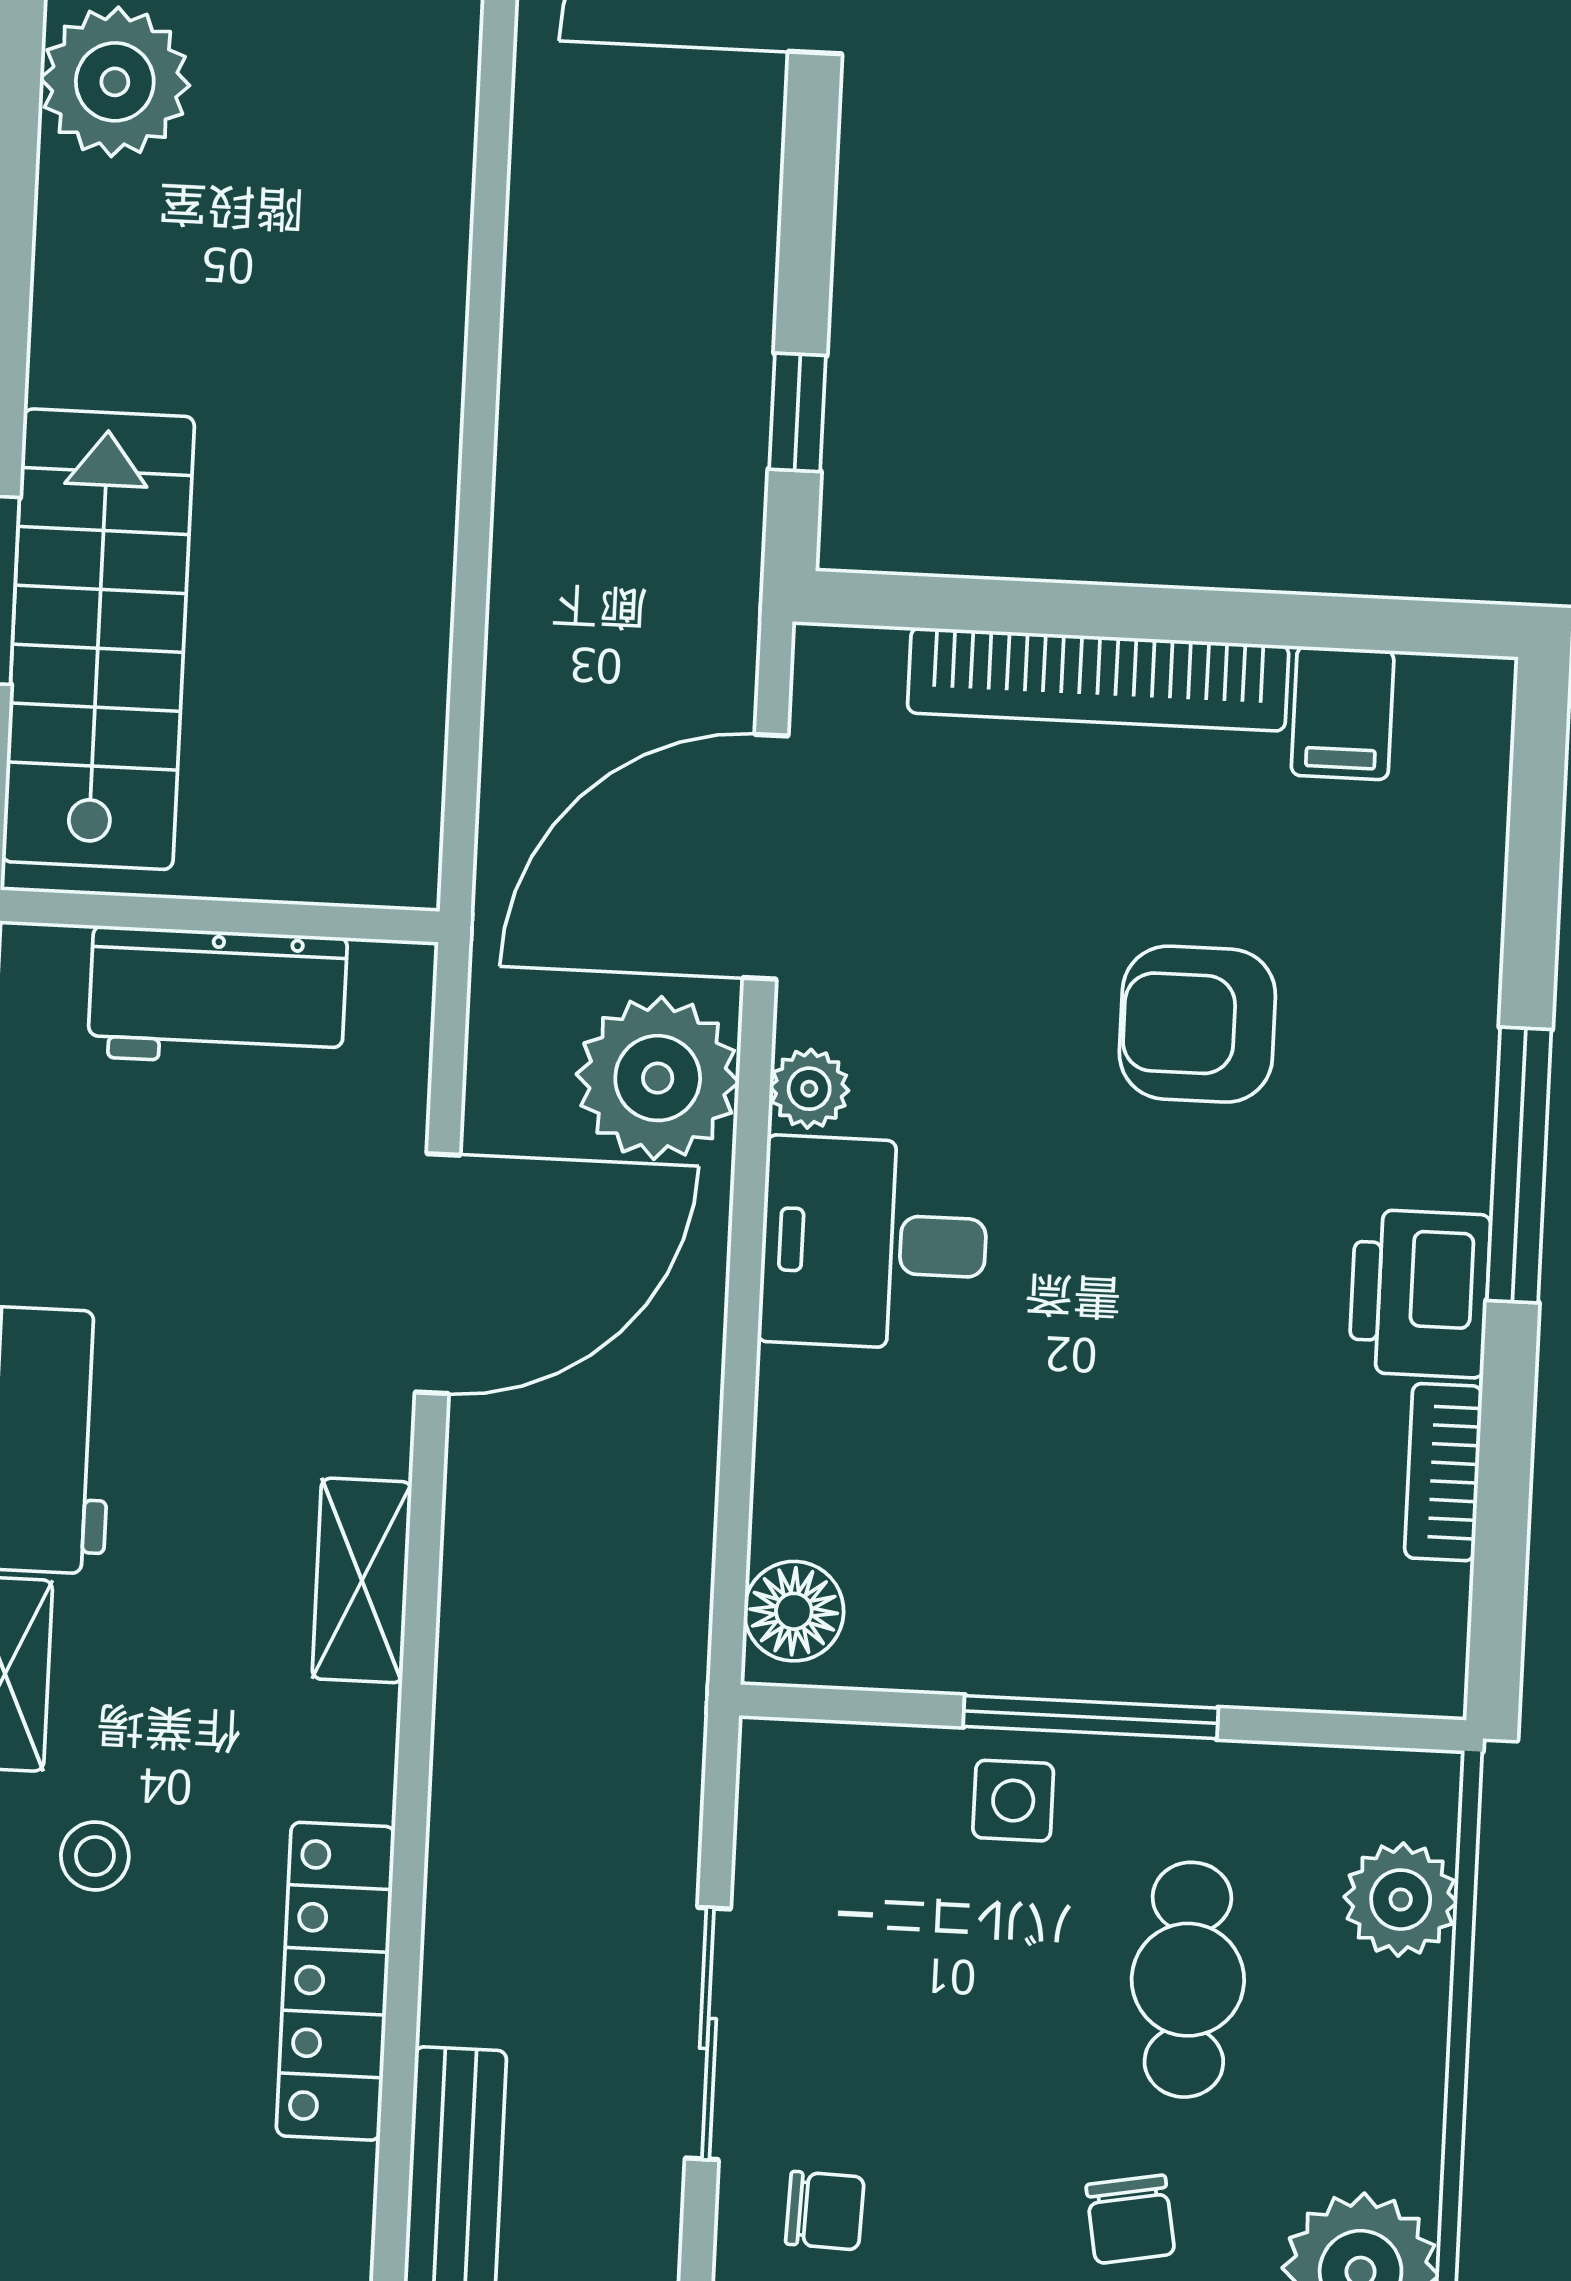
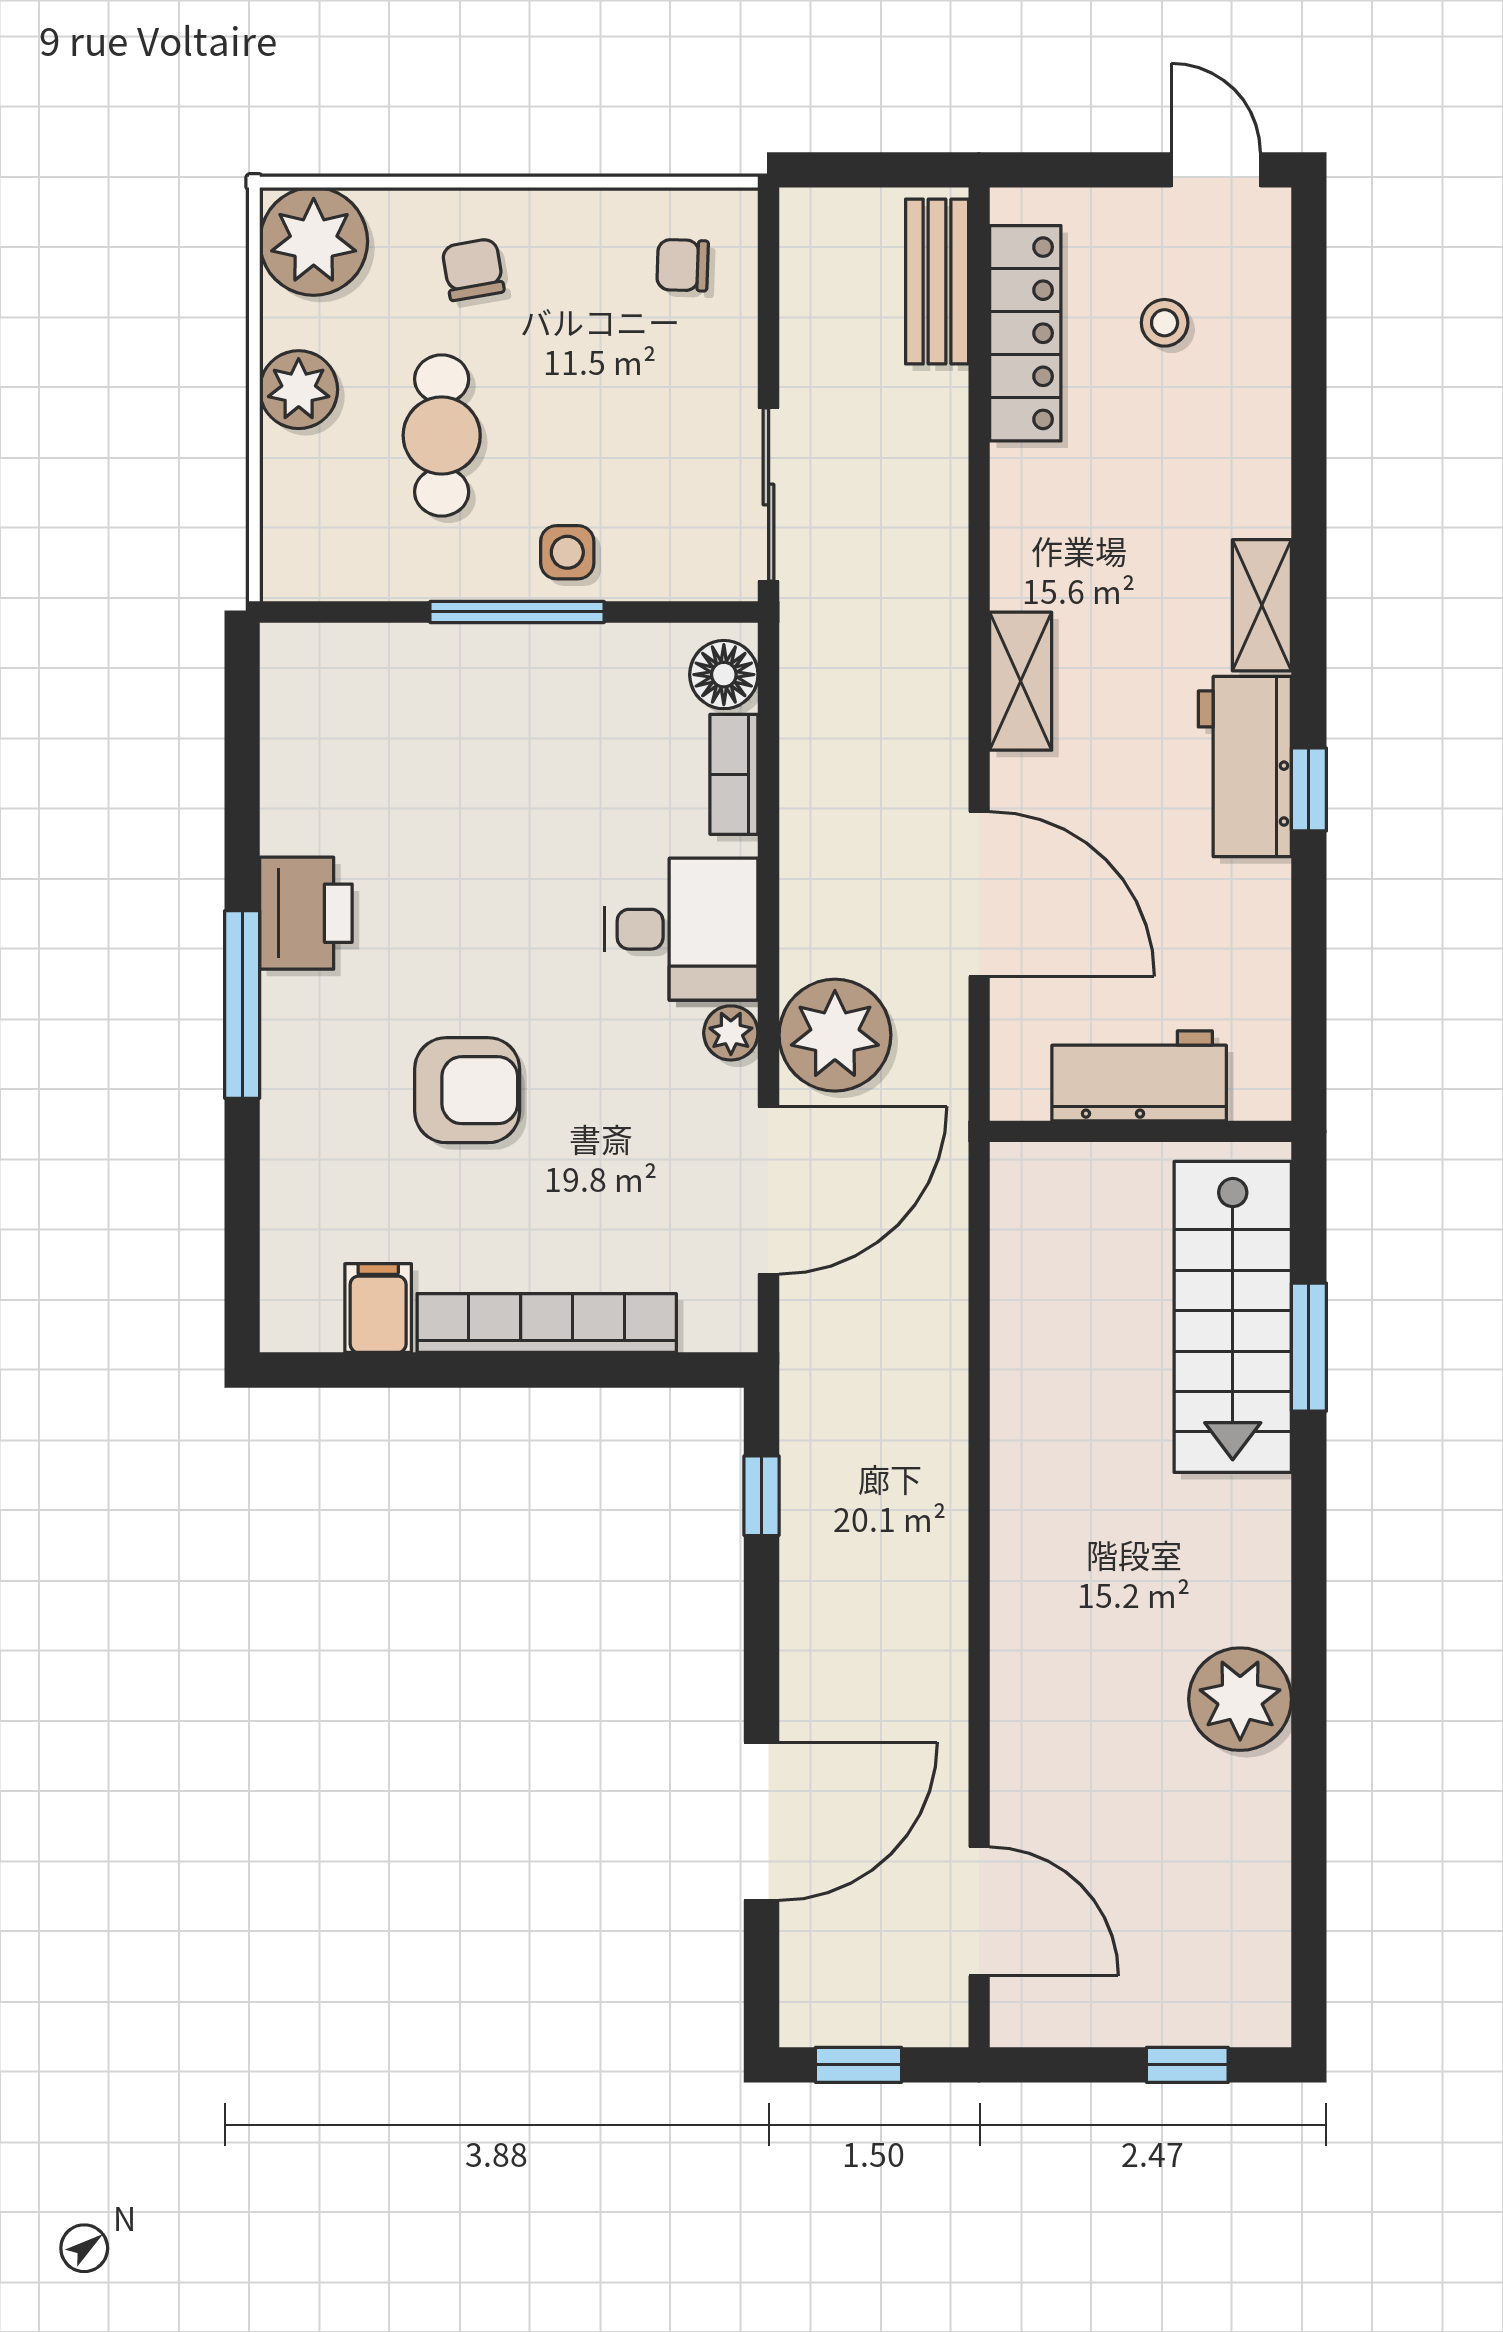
door: (438, 1274) -> (979, 894), swing flipped
bookcase: (1443, 1472) -> (734, 774), moved, turned 180
stool: (95, 1856) -> (1165, 323), moved
plant: (1401, 1900) -> (299, 390), moved
locker: (336, 1981) -> (1025, 333), moved
sliding door: (708, 2033) -> (769, 495), moved

